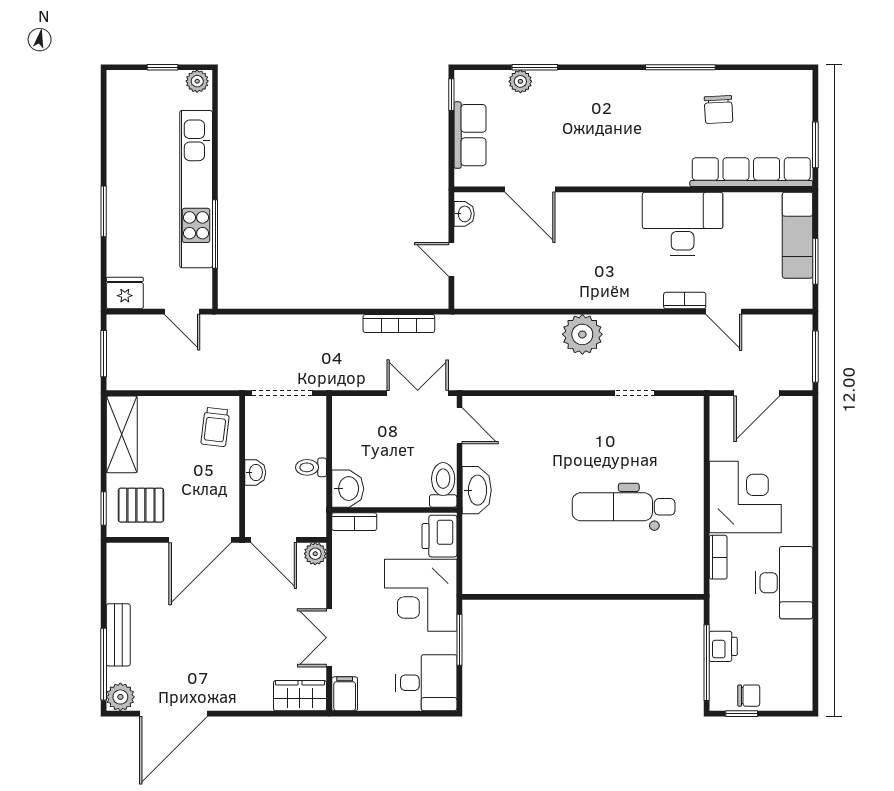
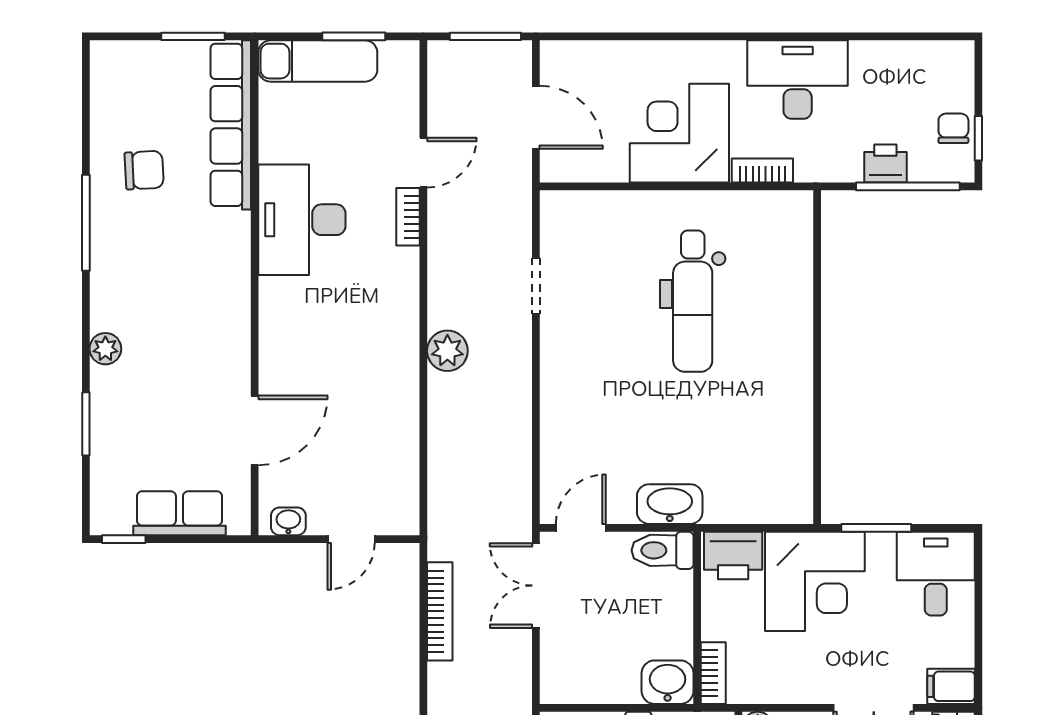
plant: (520, 81) -> (105, 349), moved
plant: (582, 334) -> (447, 351), width x0.73, depth x0.73

